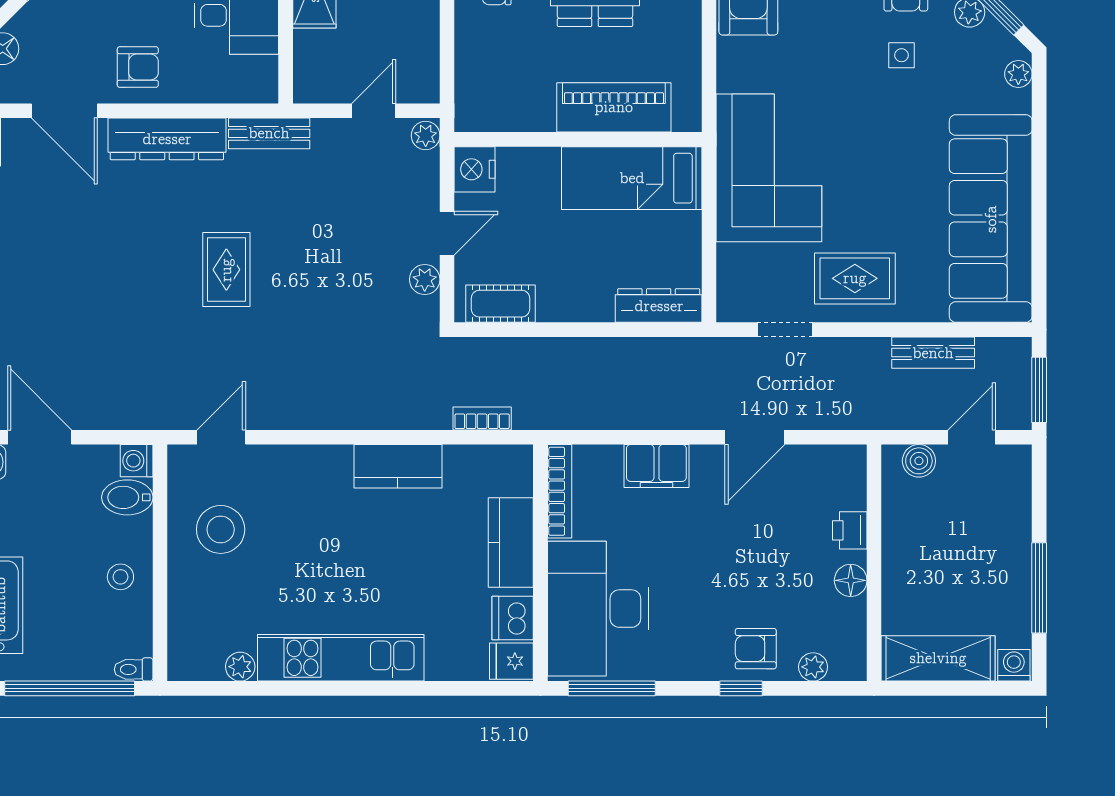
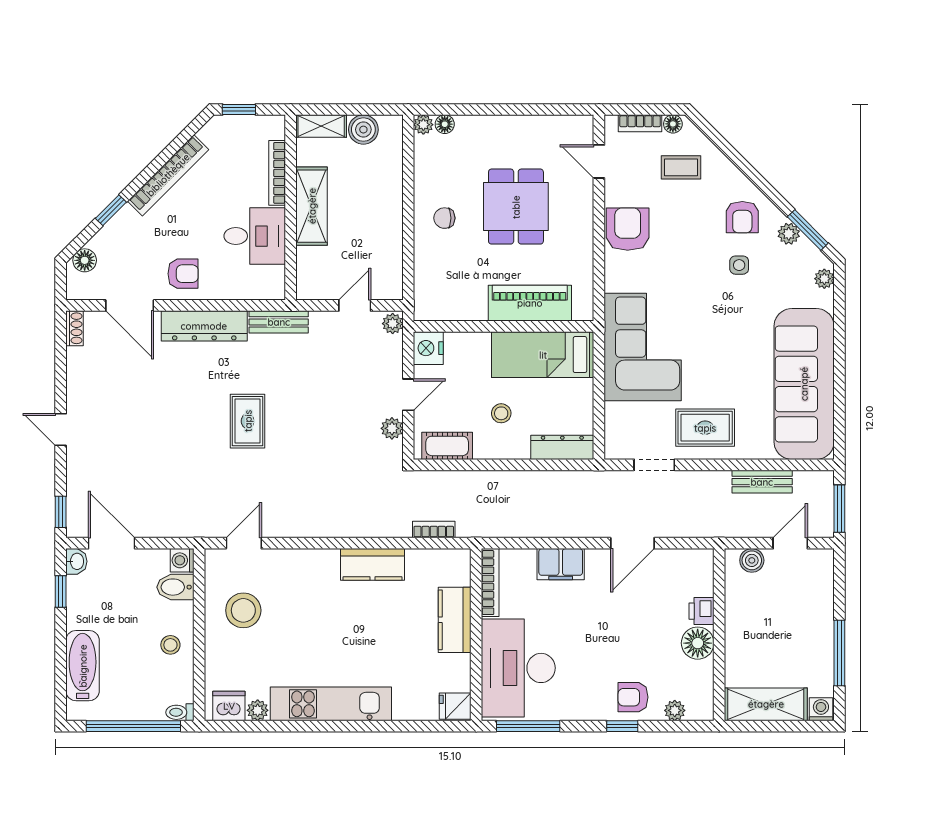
stool: (575, 259) -> (501, 413), added
floor lamp: (851, 580) -> (698, 643), width x1.38, depth x1.38
dishwasher: (513, 618) -> (229, 706), moved, turned 90

